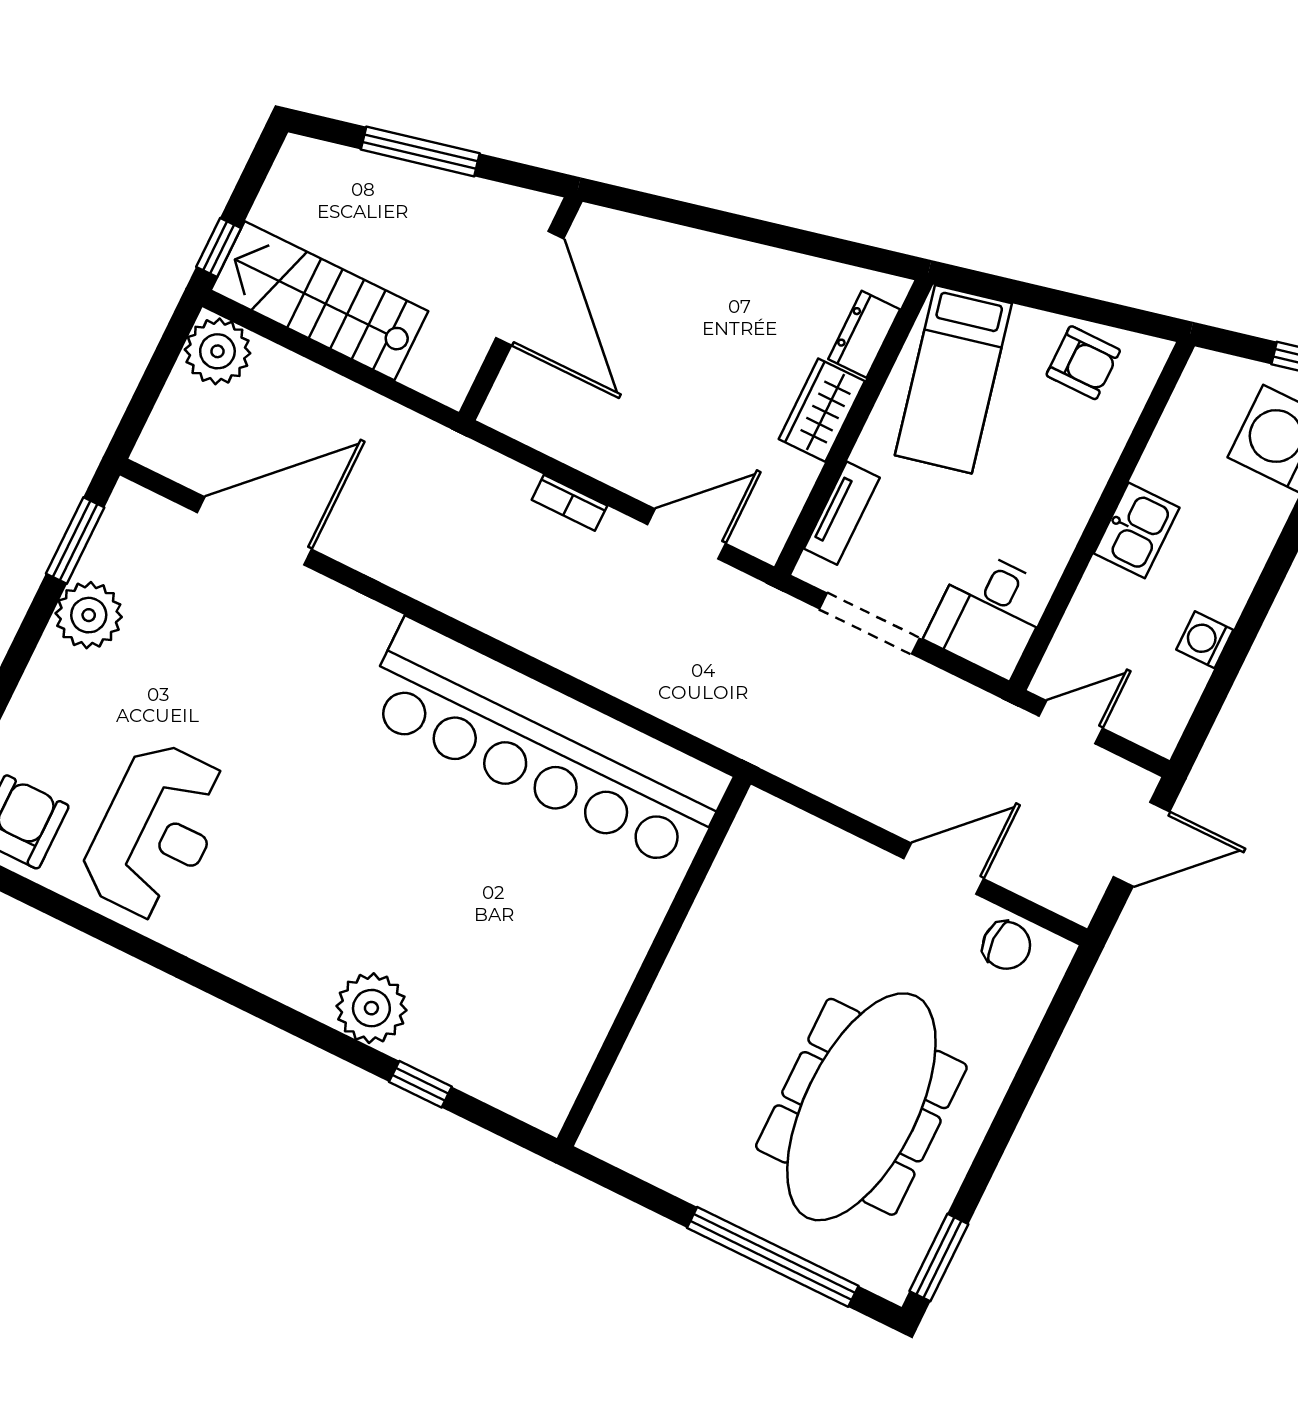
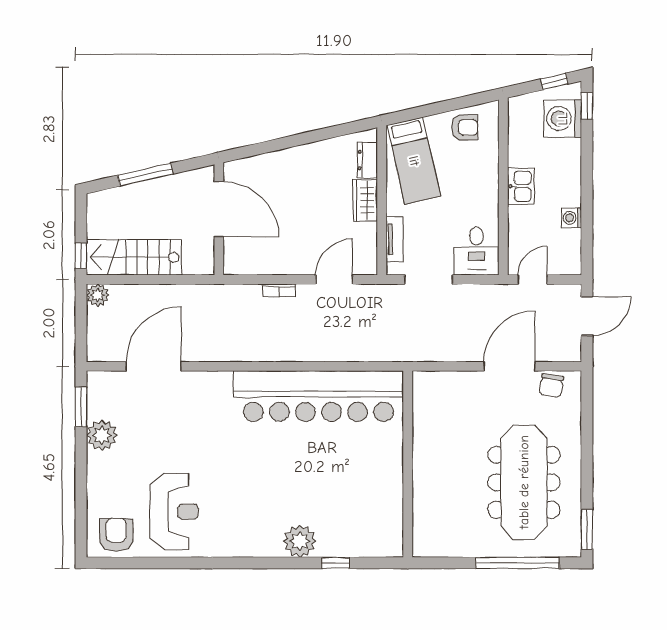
plant: (217, 351) -> (98, 295), width x0.73, depth x0.73
door: (944, 869) -> (510, 366), width x1.36
chair: (1006, 945) -> (551, 386), turned 99

